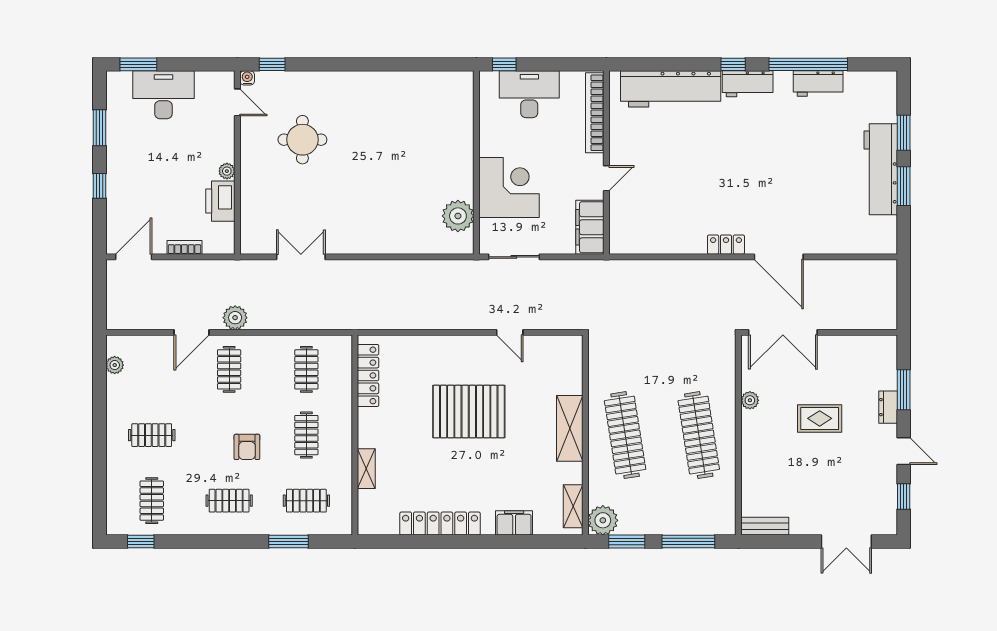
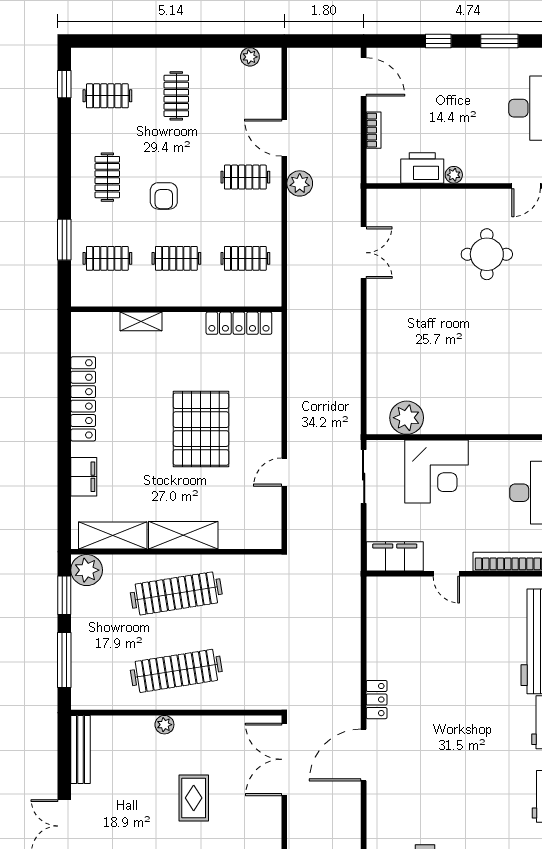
plant: (750, 400) -> (164, 725), moved
armchair: (247, 447) -> (164, 196), turned -90
clothes rail: (306, 501) -> (107, 258), turned 90
shelving: (573, 506) -> (113, 535), width x1.50, depth x1.33
bench: (765, 526) -> (81, 749), width x1.36

